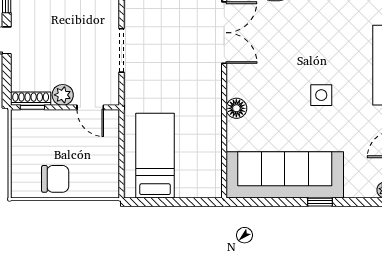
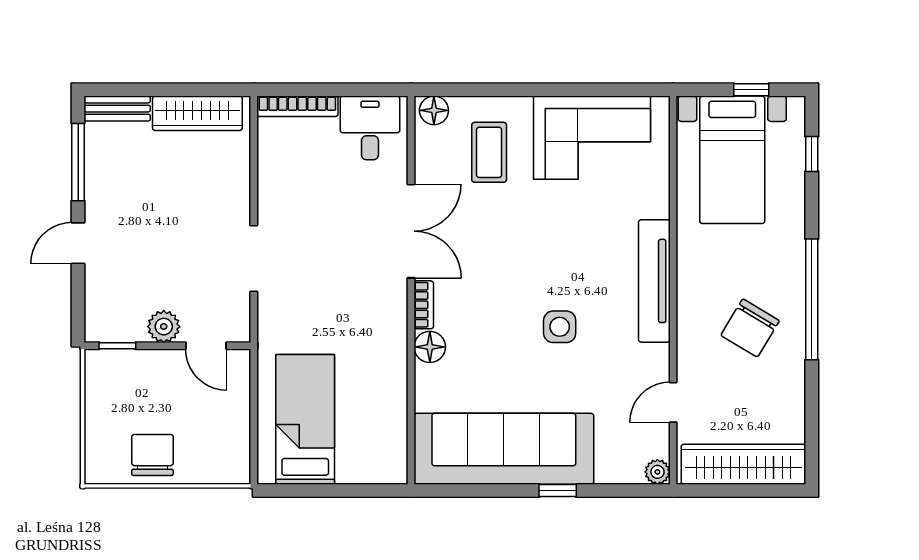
bookcase: (233, 81) -> (424, 305), added
shoe rack: (31, 99) -> (115, 332), removed
chair: (55, 179) -> (152, 455), turned -90

